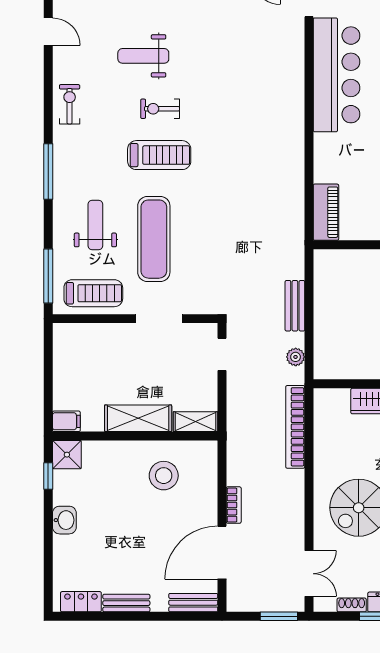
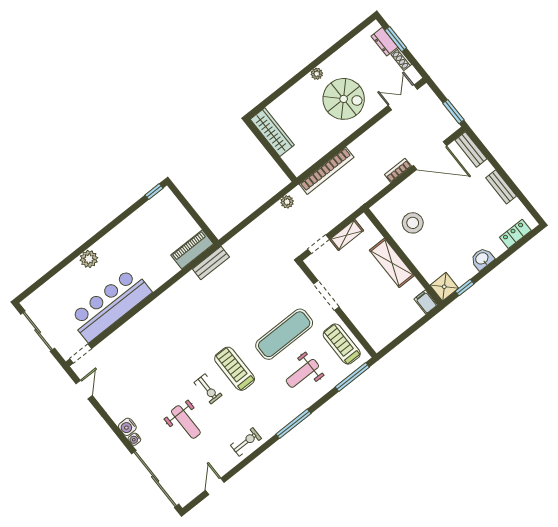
exercise bike: (70, 104) -> (246, 442), turned 180
bench: (295, 306) -> (211, 263), moved
shelving: (195, 422) -> (347, 235), moved, turned 90
locker: (81, 602) -> (515, 234), moved, turned 90
window: (279, 616) -> (453, 112), moved

